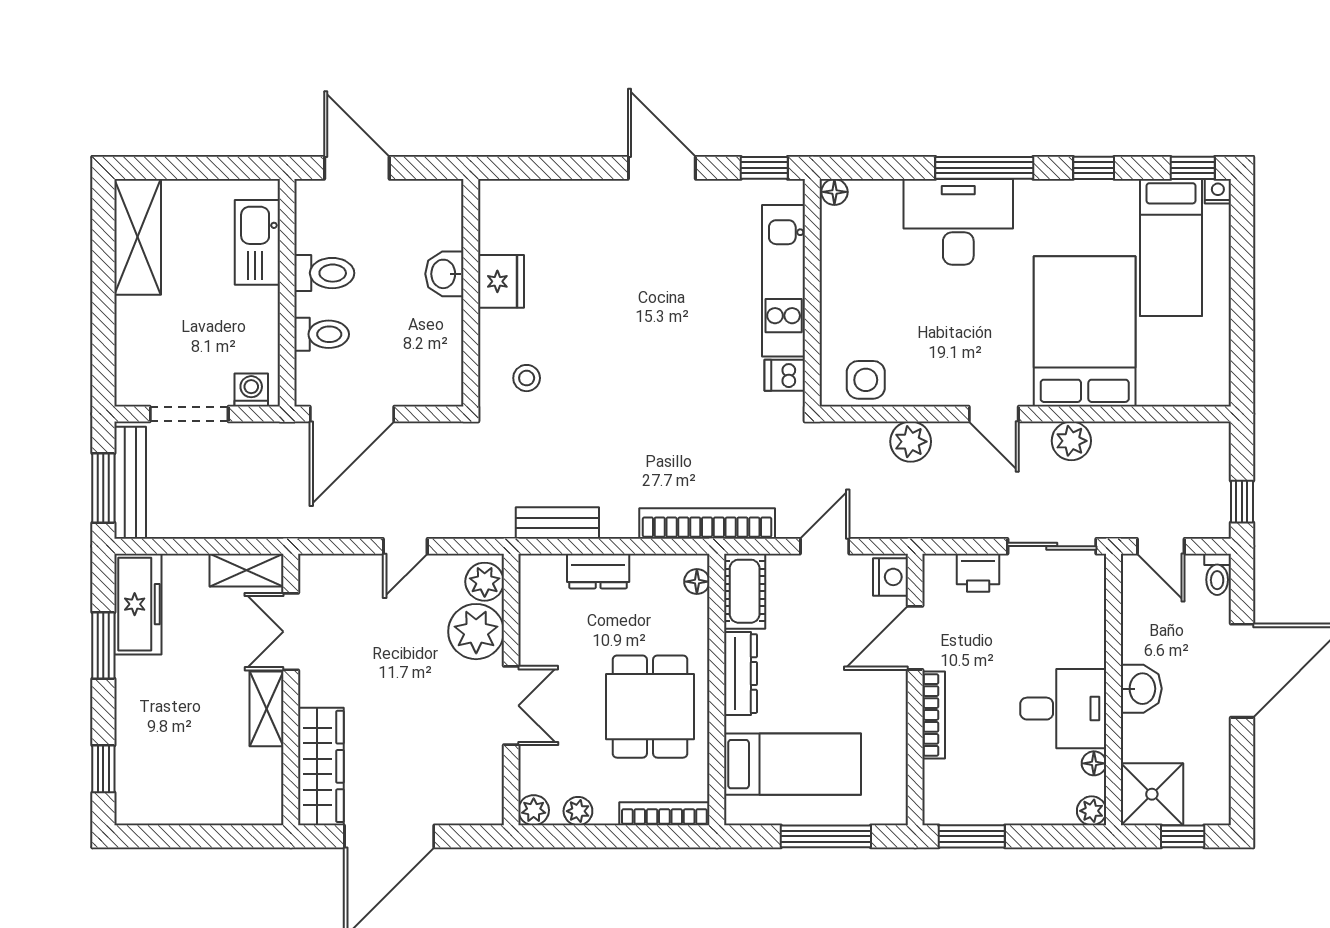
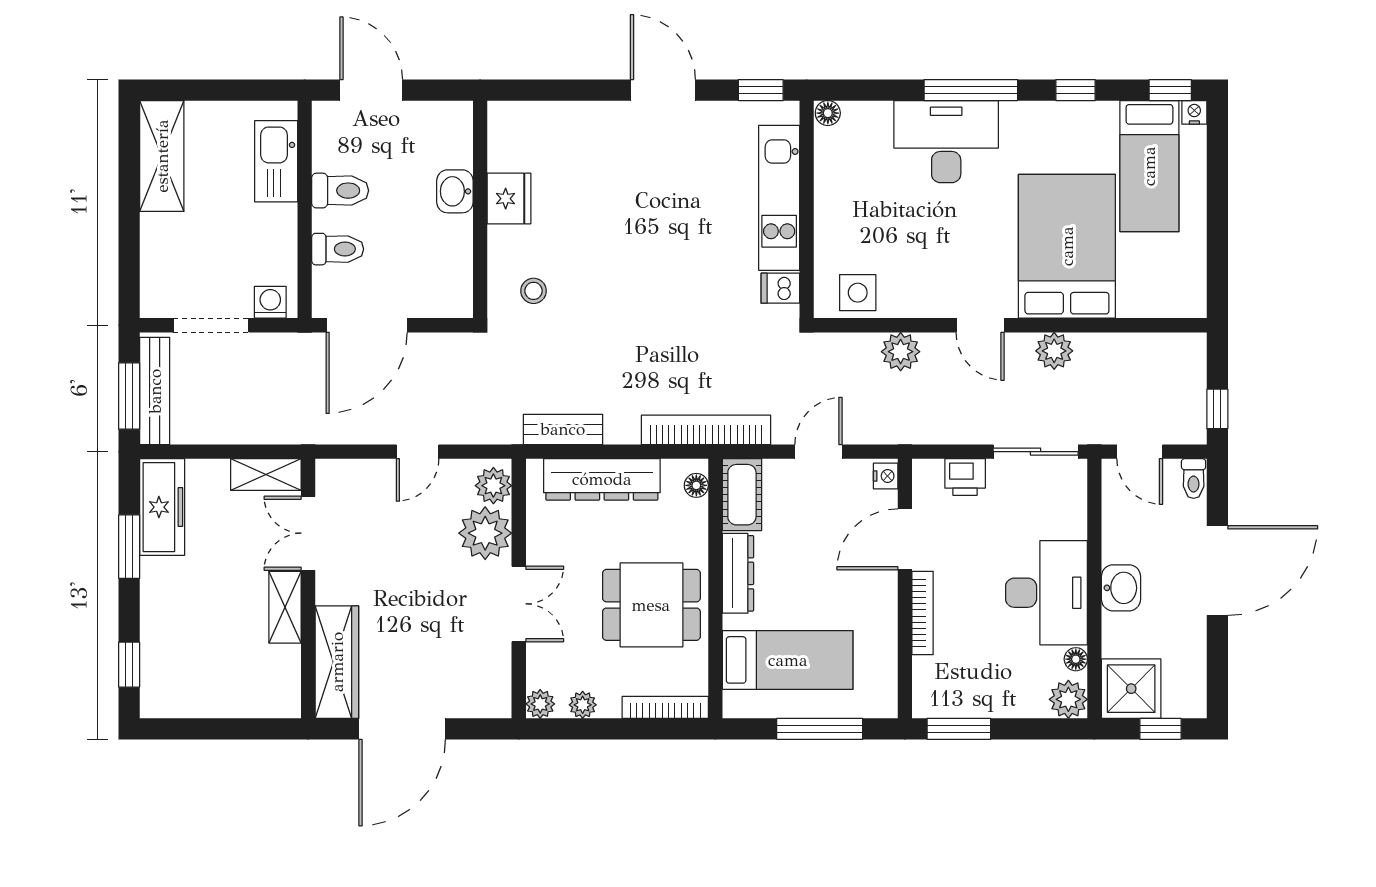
dresser: (598, 571) -> (602, 479), width x1.96, depth x1.24
nightstand: (890, 577) -> (886, 476), width x0.72, depth x0.74
dining table: (650, 707) -> (651, 605), turned 90
desk: (1063, 709) -> (1046, 593), width x1.37
plant: (1092, 811) -> (1068, 699), width x1.38, depth x1.38

